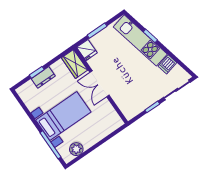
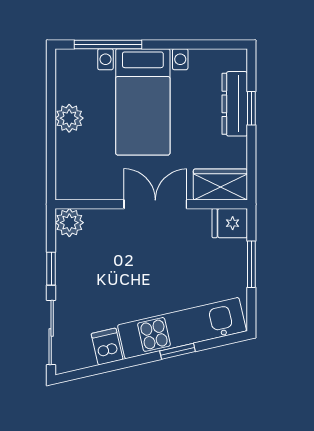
dresser: (43, 77) -> (235, 104), width x1.44
plant: (130, 112) -> (69, 223), added
plant: (76, 149) -> (69, 118), moved

